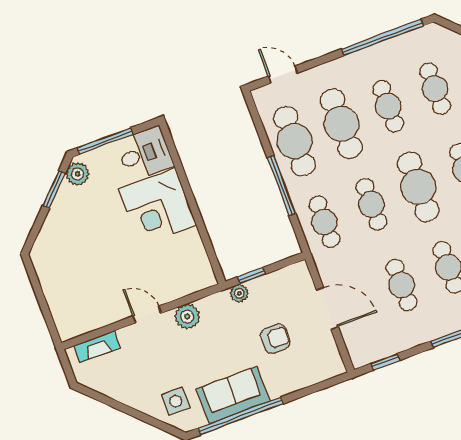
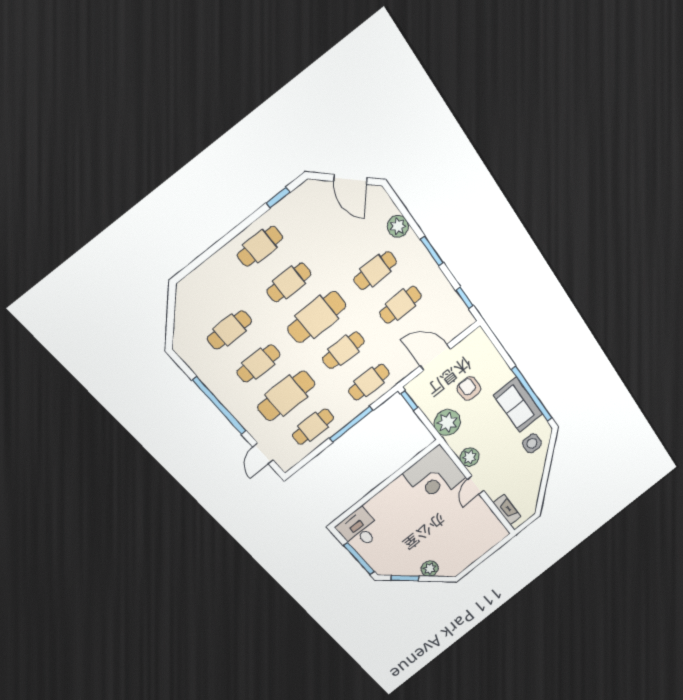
window: (383, 37) -> (219, 406), moved
cafe table: (294, 141) -> (313, 427), width x0.73, depth x0.74
plant: (77, 174) -> (430, 569), moved
corner desk: (157, 207) -> (434, 476), moved, turned 90
window: (251, 276) -> (409, 401), moved
plant: (239, 293) -> (447, 423), width x1.87, depth x1.87
door: (327, 308) -> (435, 357), hinge flipped

